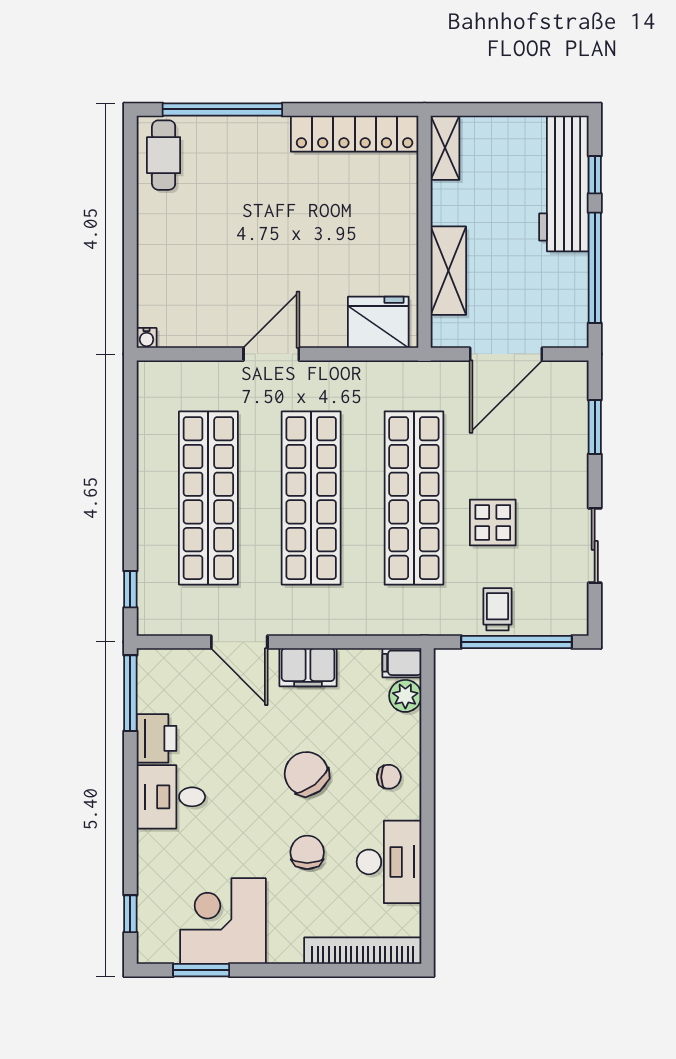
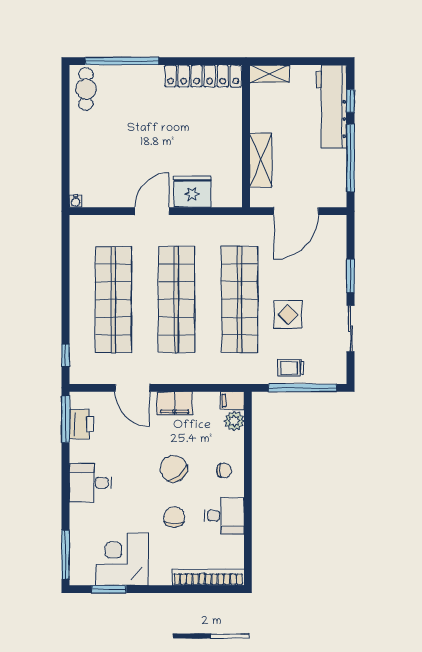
shelving: (445, 148) -> (269, 74), moved, turned 90
fridge: (378, 322) -> (192, 192), moved
window: (595, 427) -> (350, 276), moved
trolley: (498, 609) -> (291, 368), turned -90
printer: (157, 738) -> (82, 424), moved
desk: (389, 862) -> (224, 516), width x0.73
window: (130, 914) -> (66, 555), width x2.17

